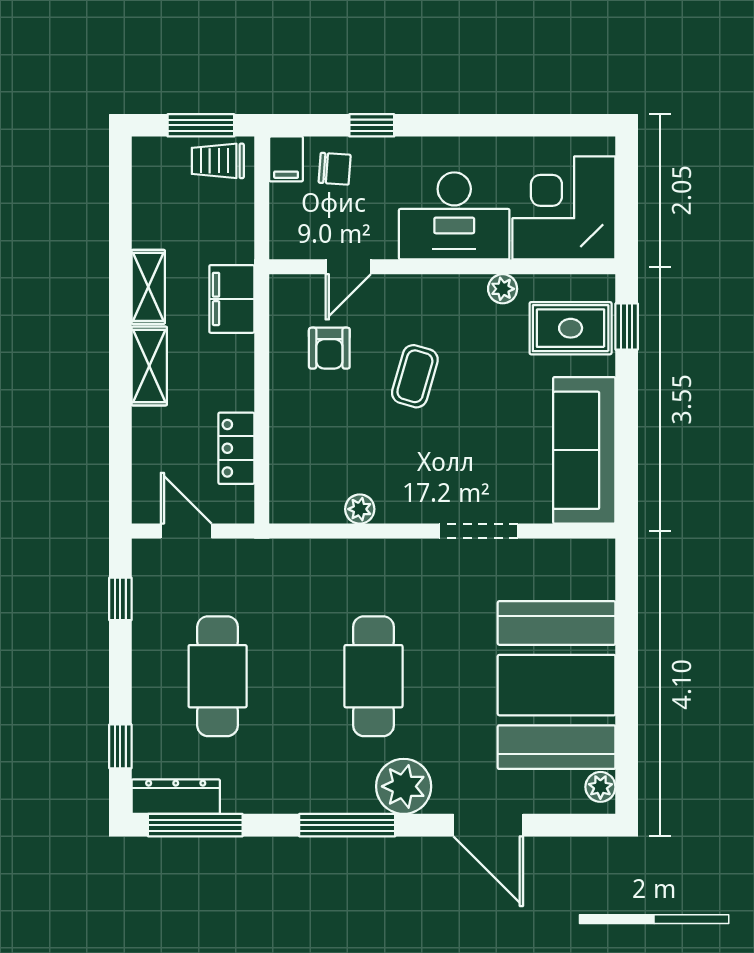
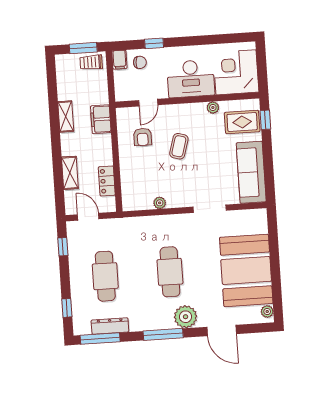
shelving: (149, 366) -> (70, 173), moved
dresser: (176, 797) -> (110, 326), moved

